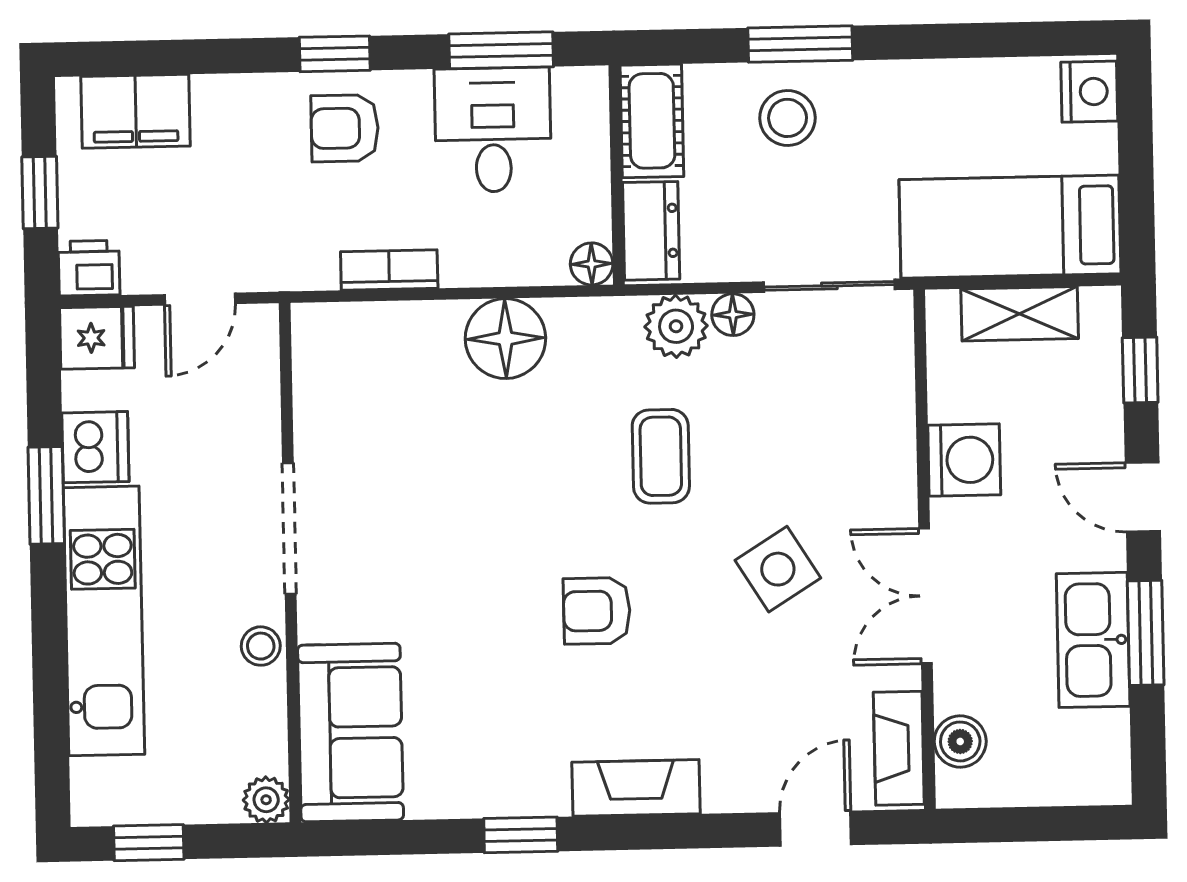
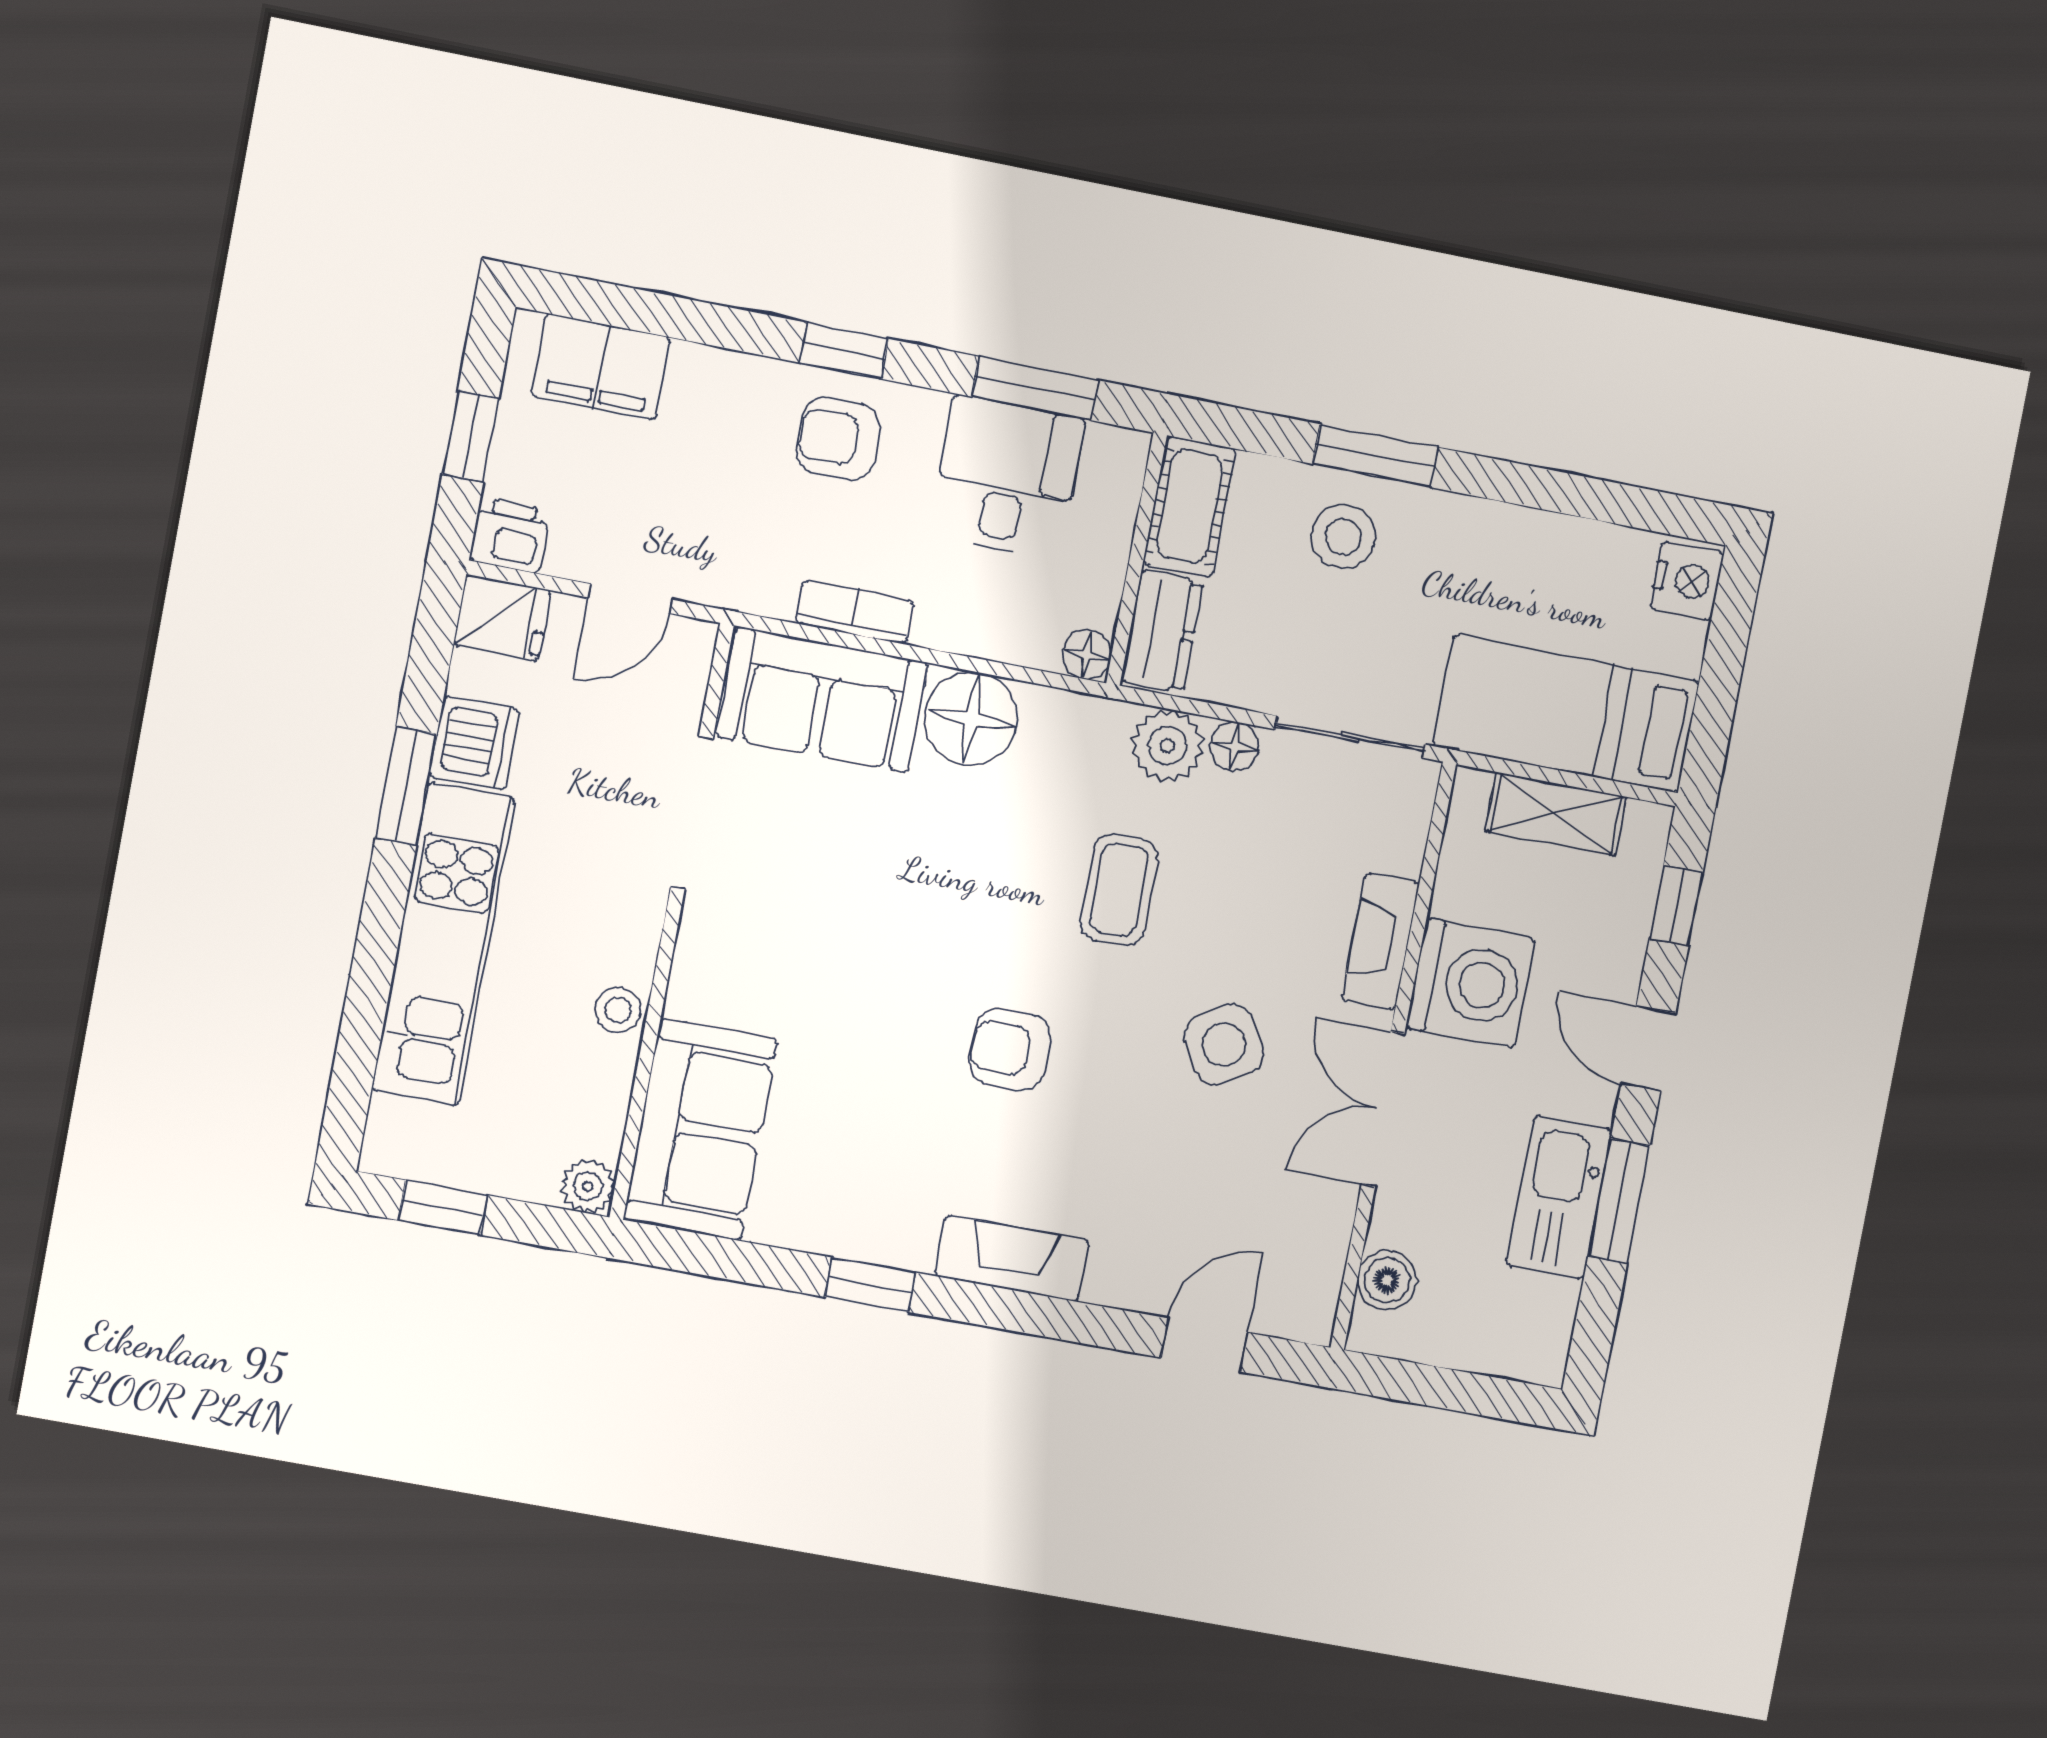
sofa: (377, 349) -> (822, 700), added
washing machine: (964, 460) -> (1471, 983), width x1.37, depth x1.37
doorway: (289, 528) -> (692, 813), moved
fireplace: (899, 748) -> (1380, 941), moved

